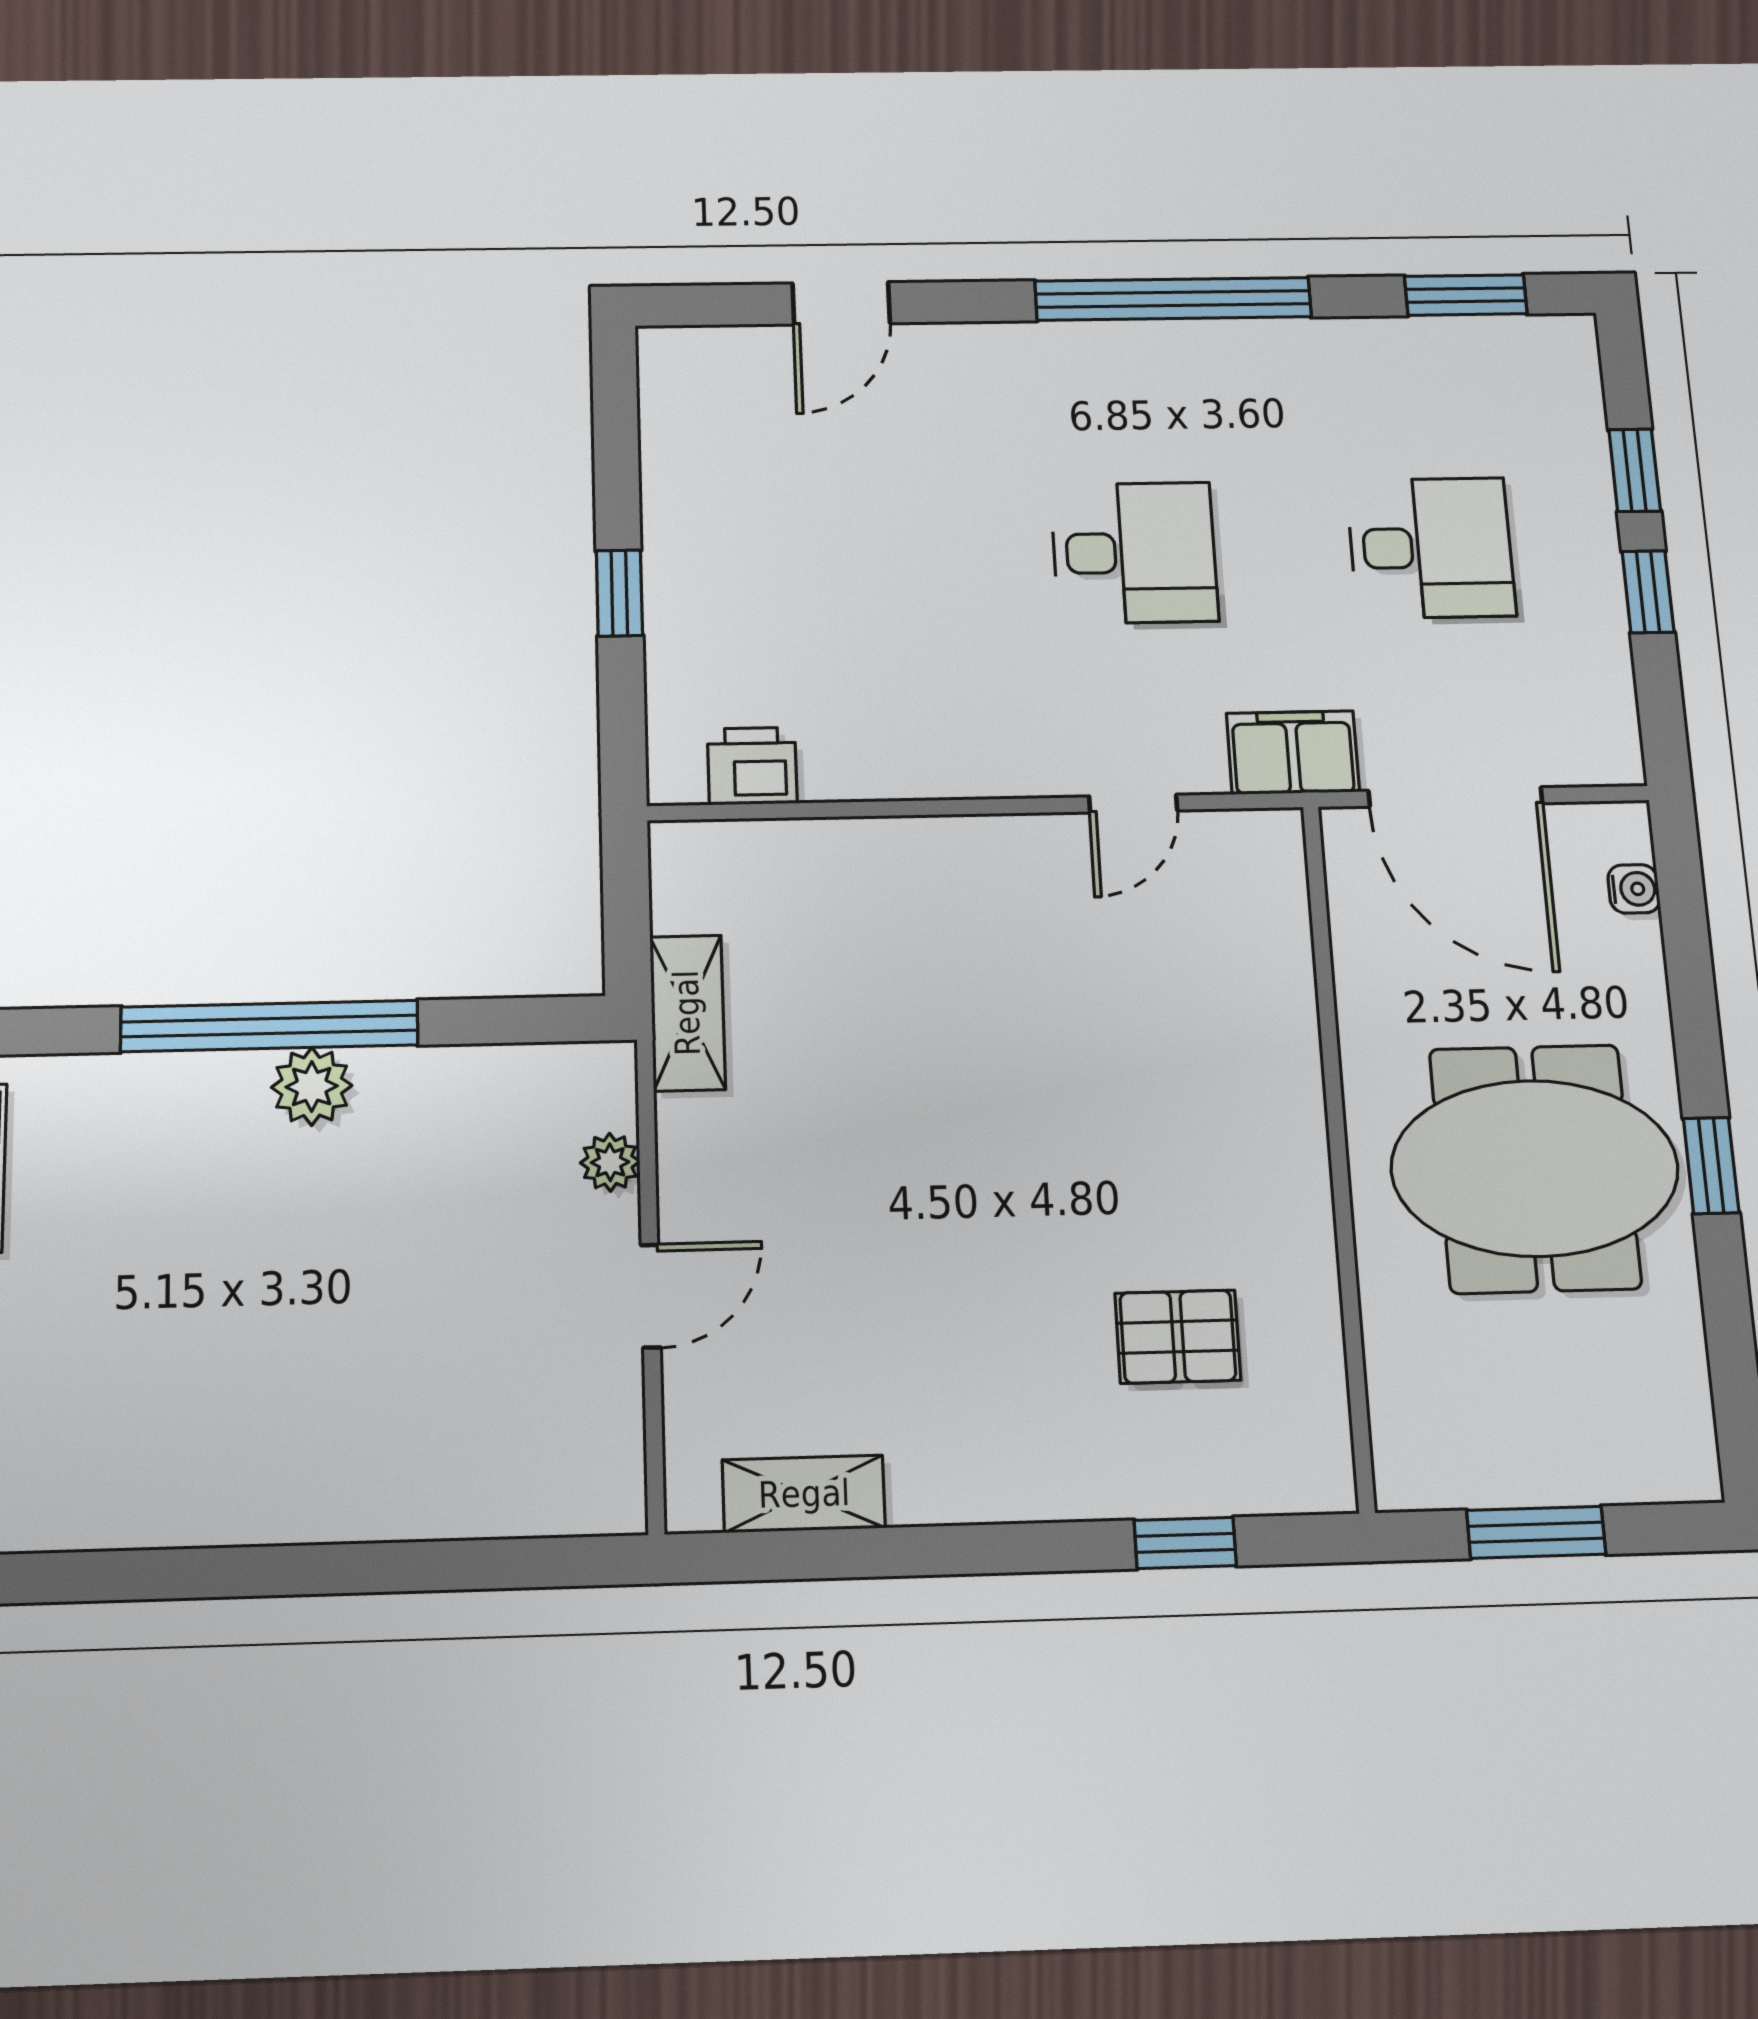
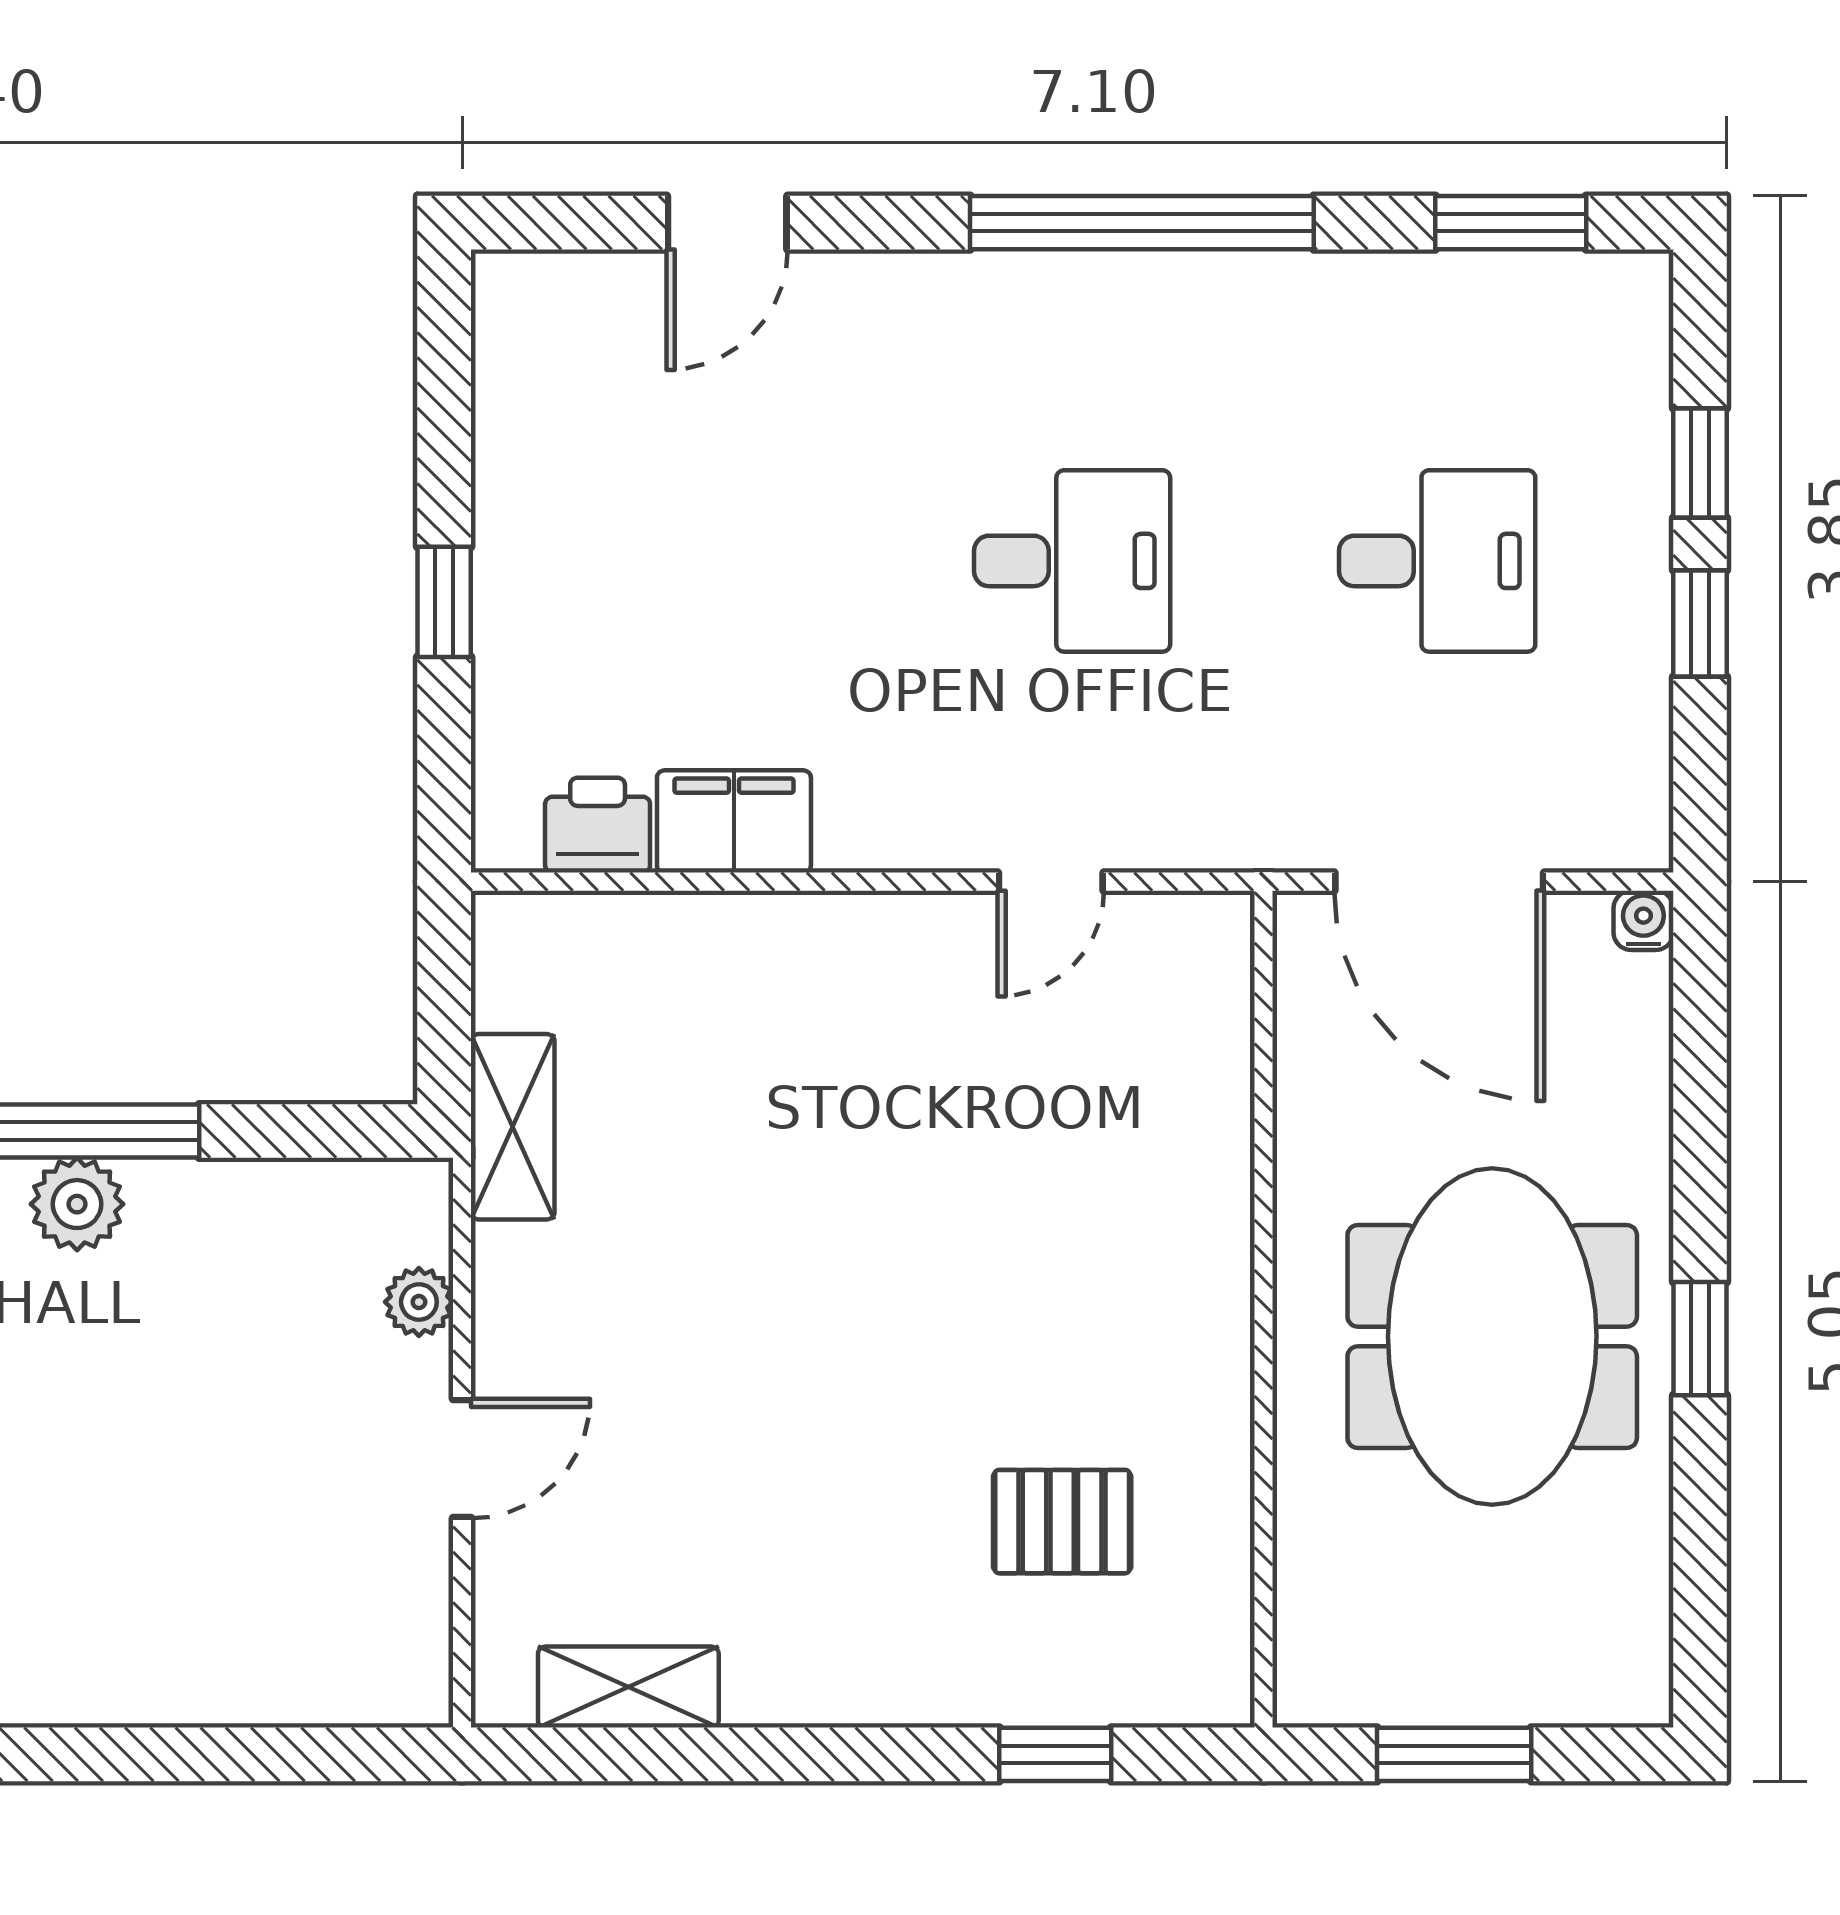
filing cabinet: (1293, 753) -> (734, 821), moved
water cooler: (1634, 889) -> (1643, 920), moved, turned -90
meeting table: (1535, 1168) -> (1492, 1336), turned 90

